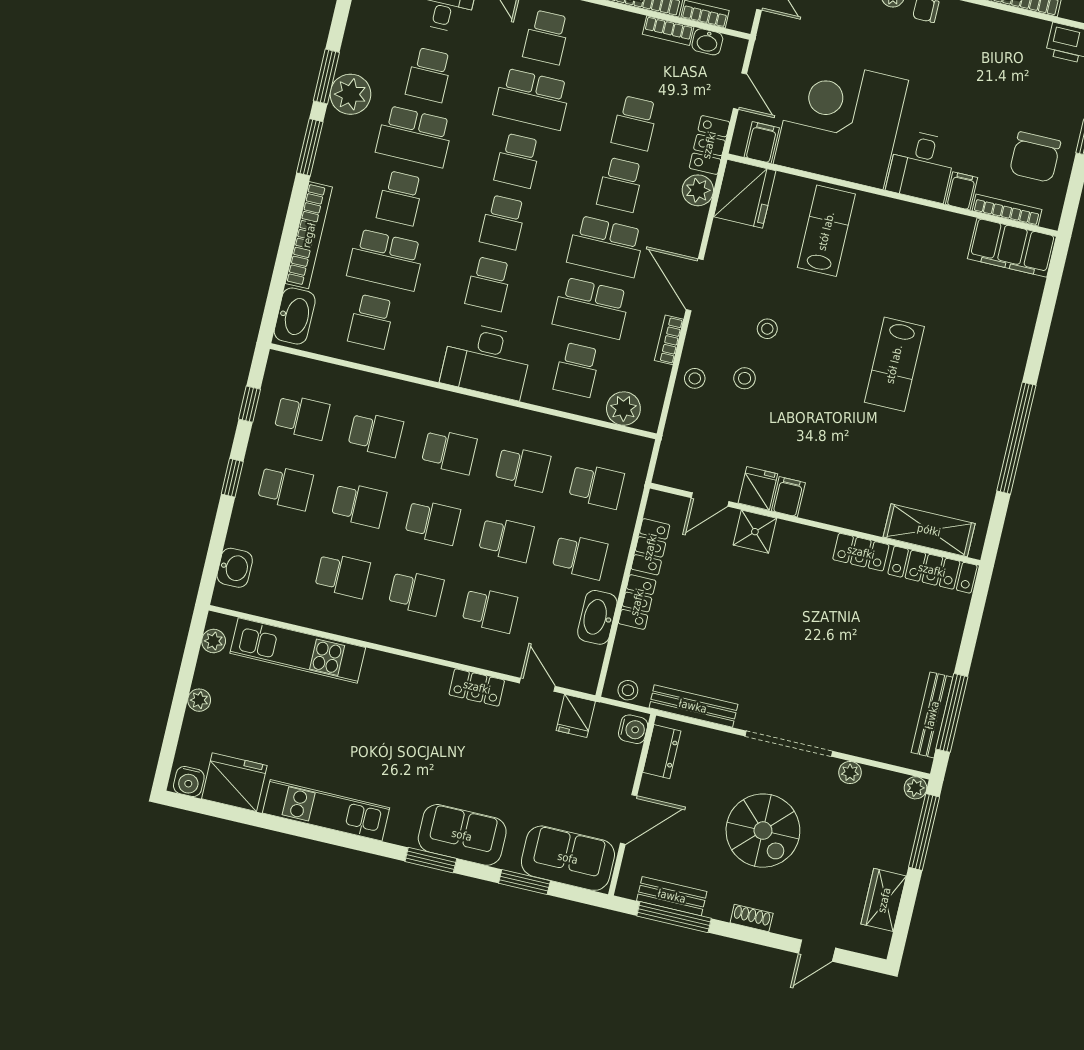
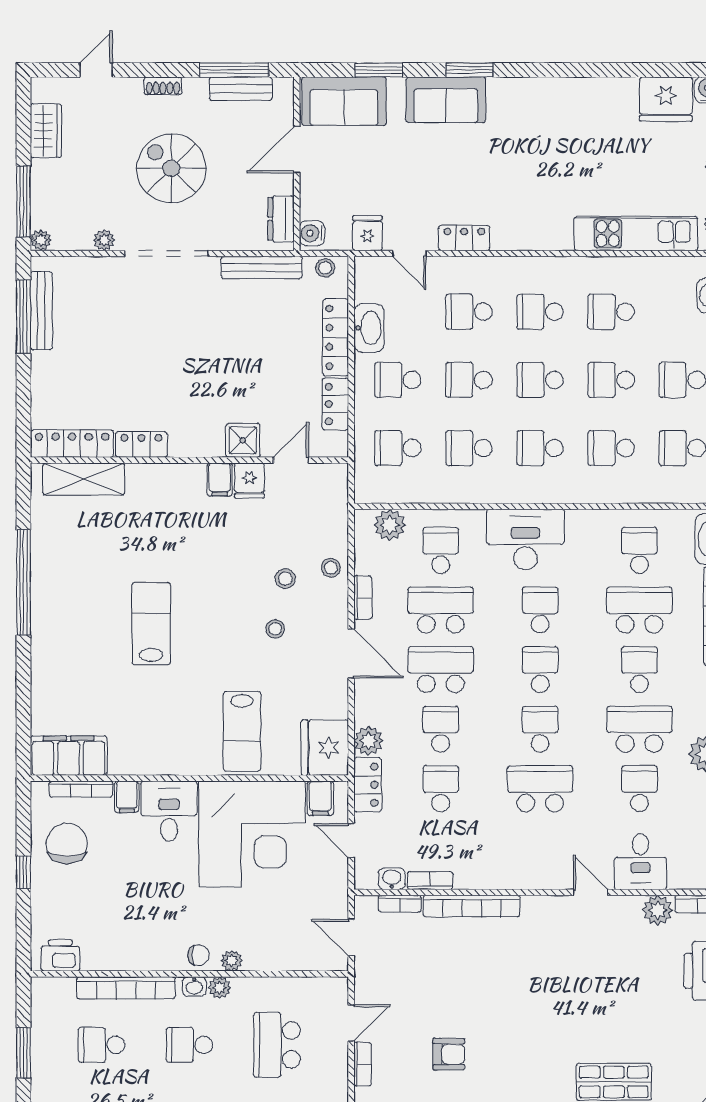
school desk: (546, 37) -> (540, 848), removed
locker: (637, 602) -> (336, 337), width x1.53
kitchen unit: (326, 810) -> (576, 93), removed

